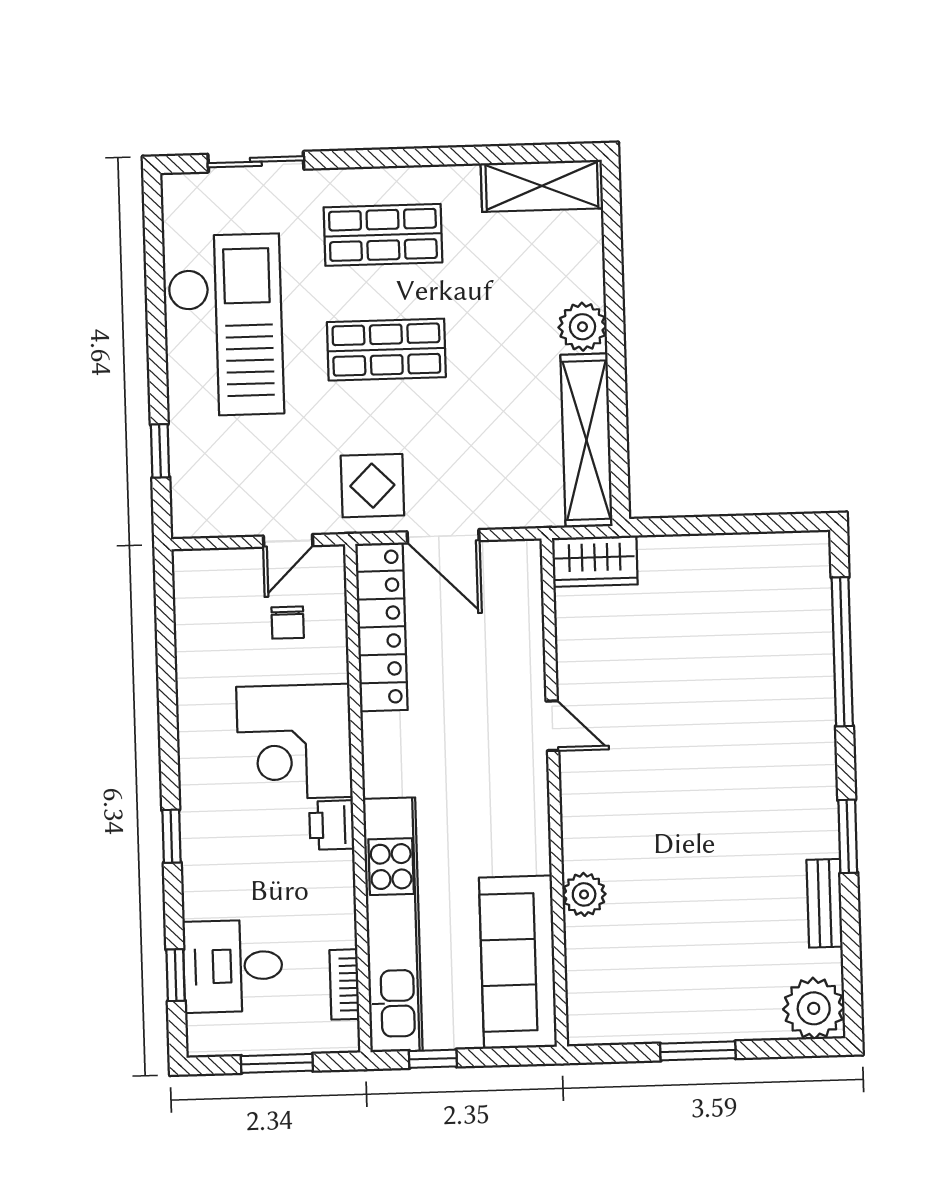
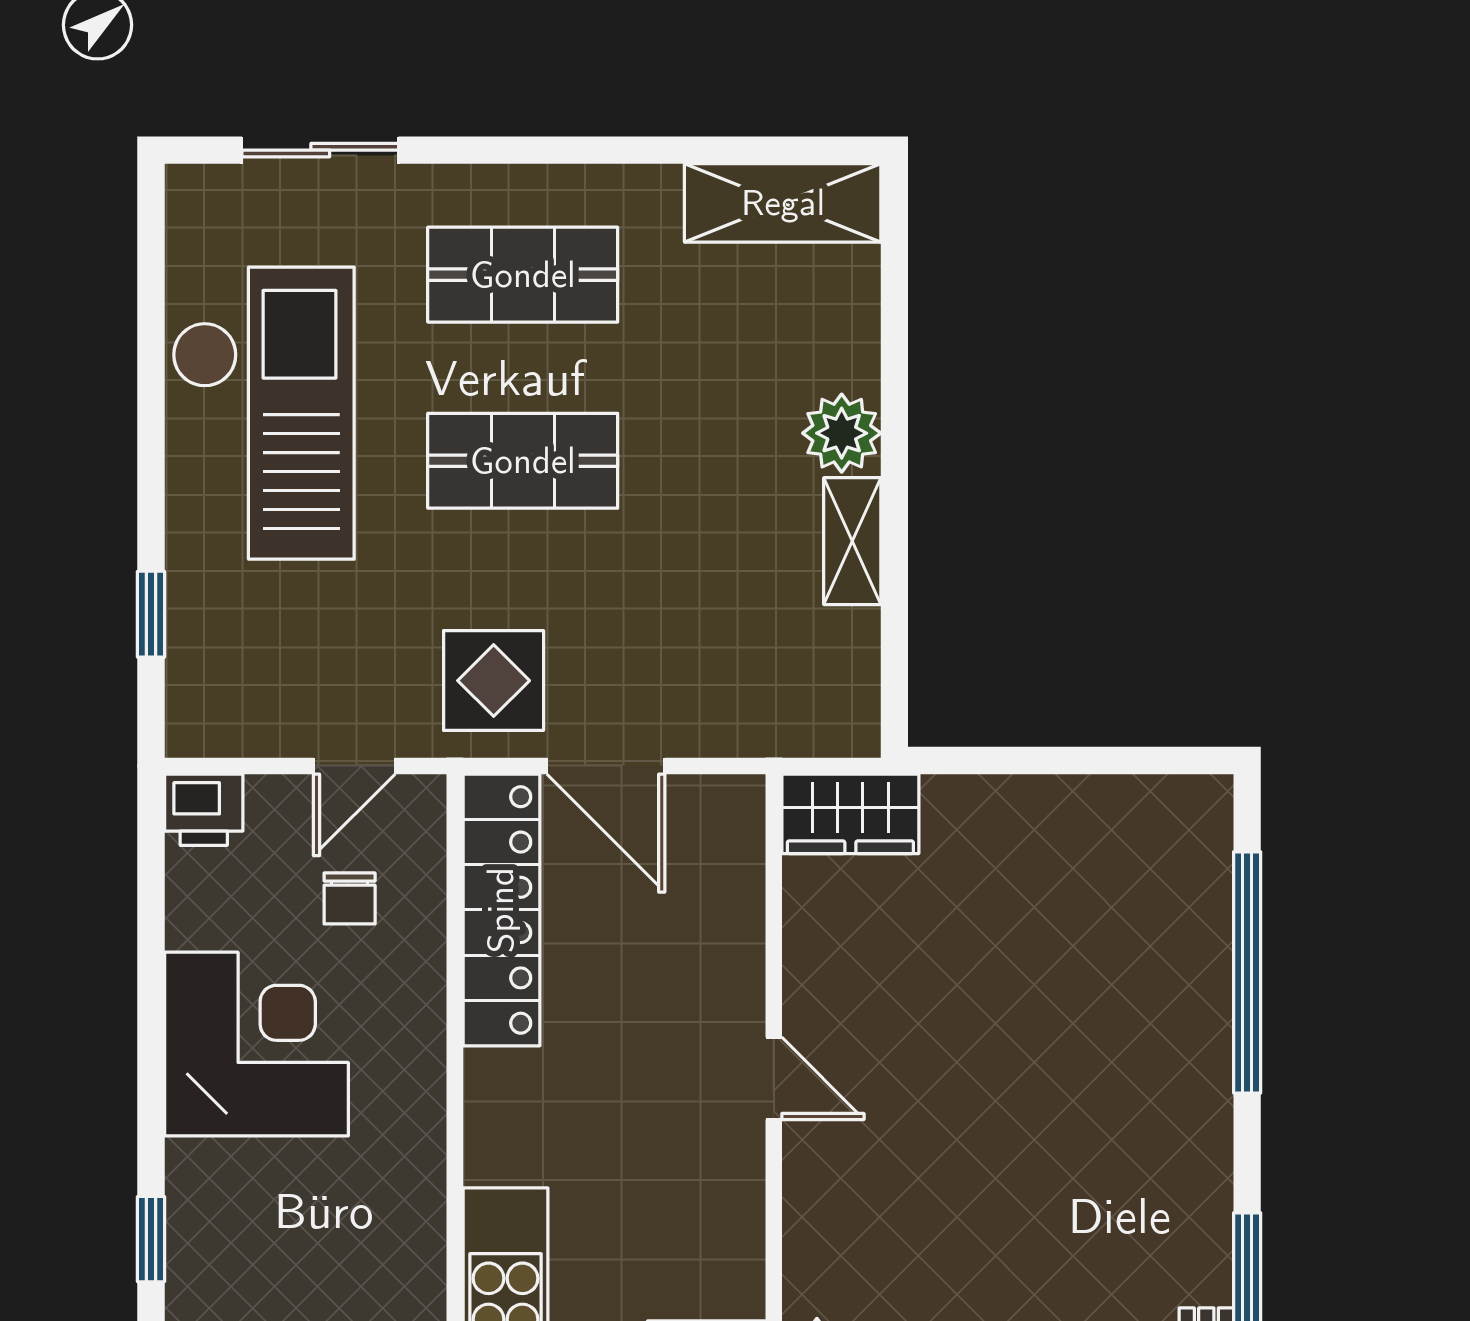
shelving: (587, 440) -> (852, 541), width x0.45, depth x0.75
corner desk: (294, 742) -> (256, 1044), moved, turned 180
printer: (332, 825) -> (204, 810), moved, turned -90

